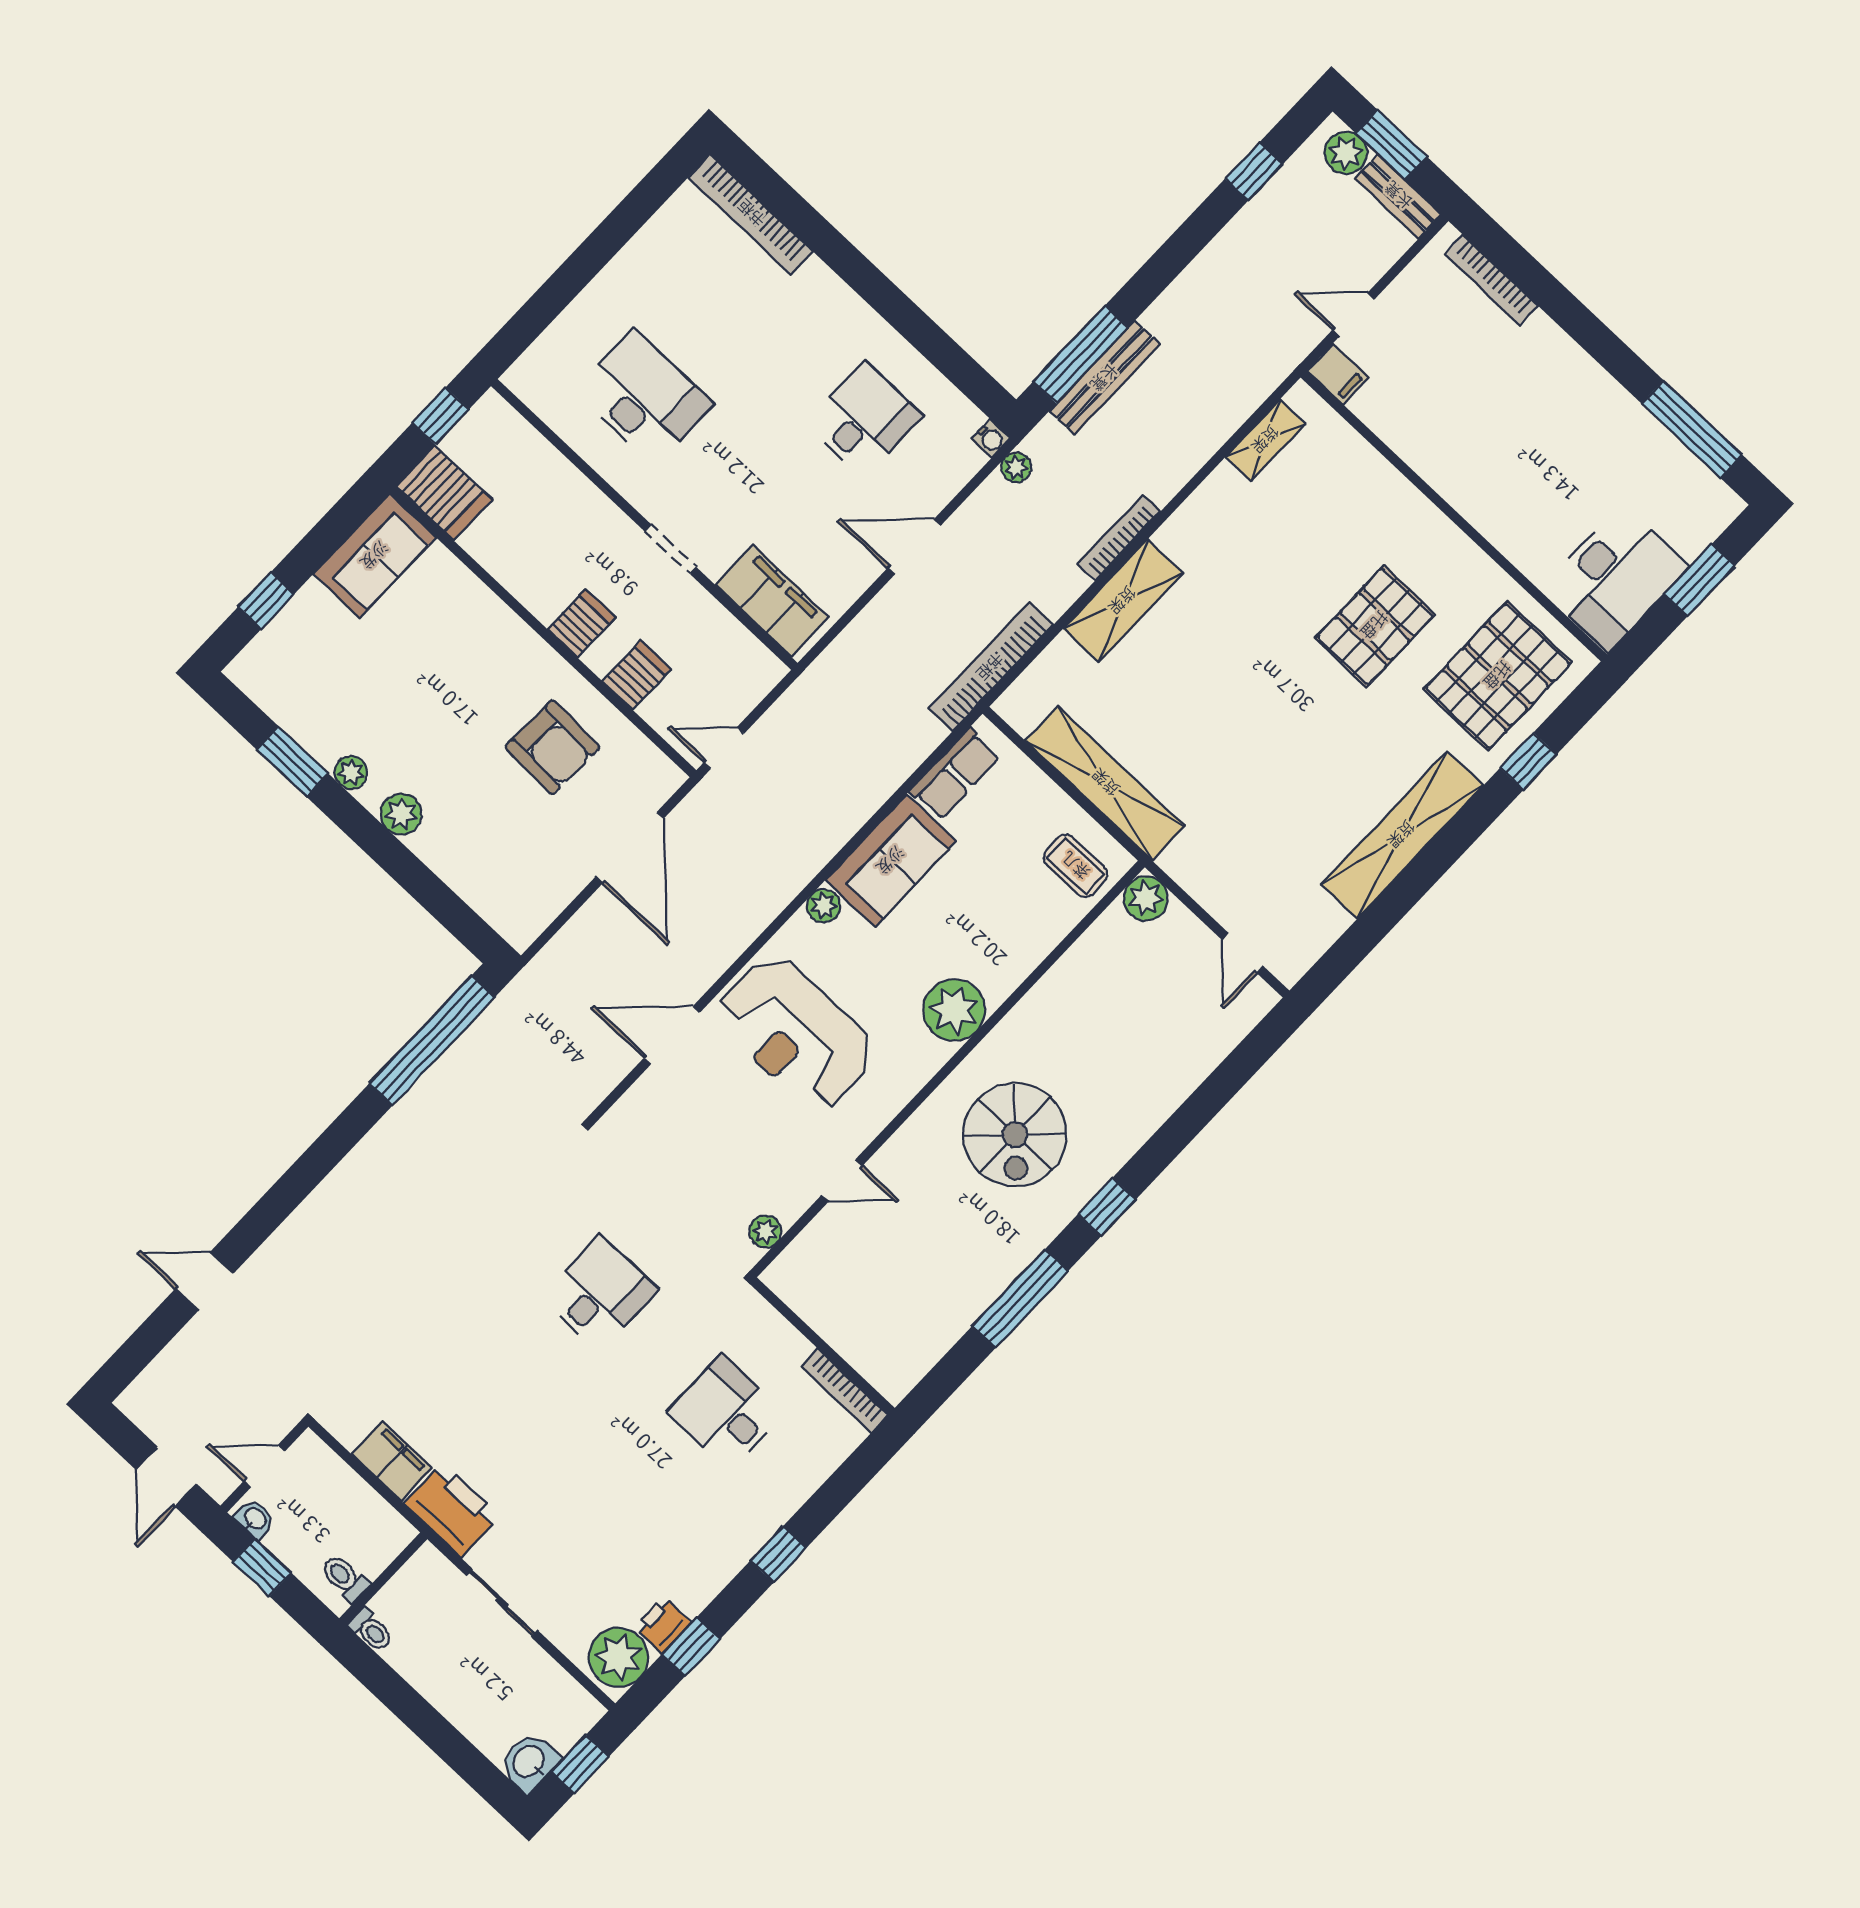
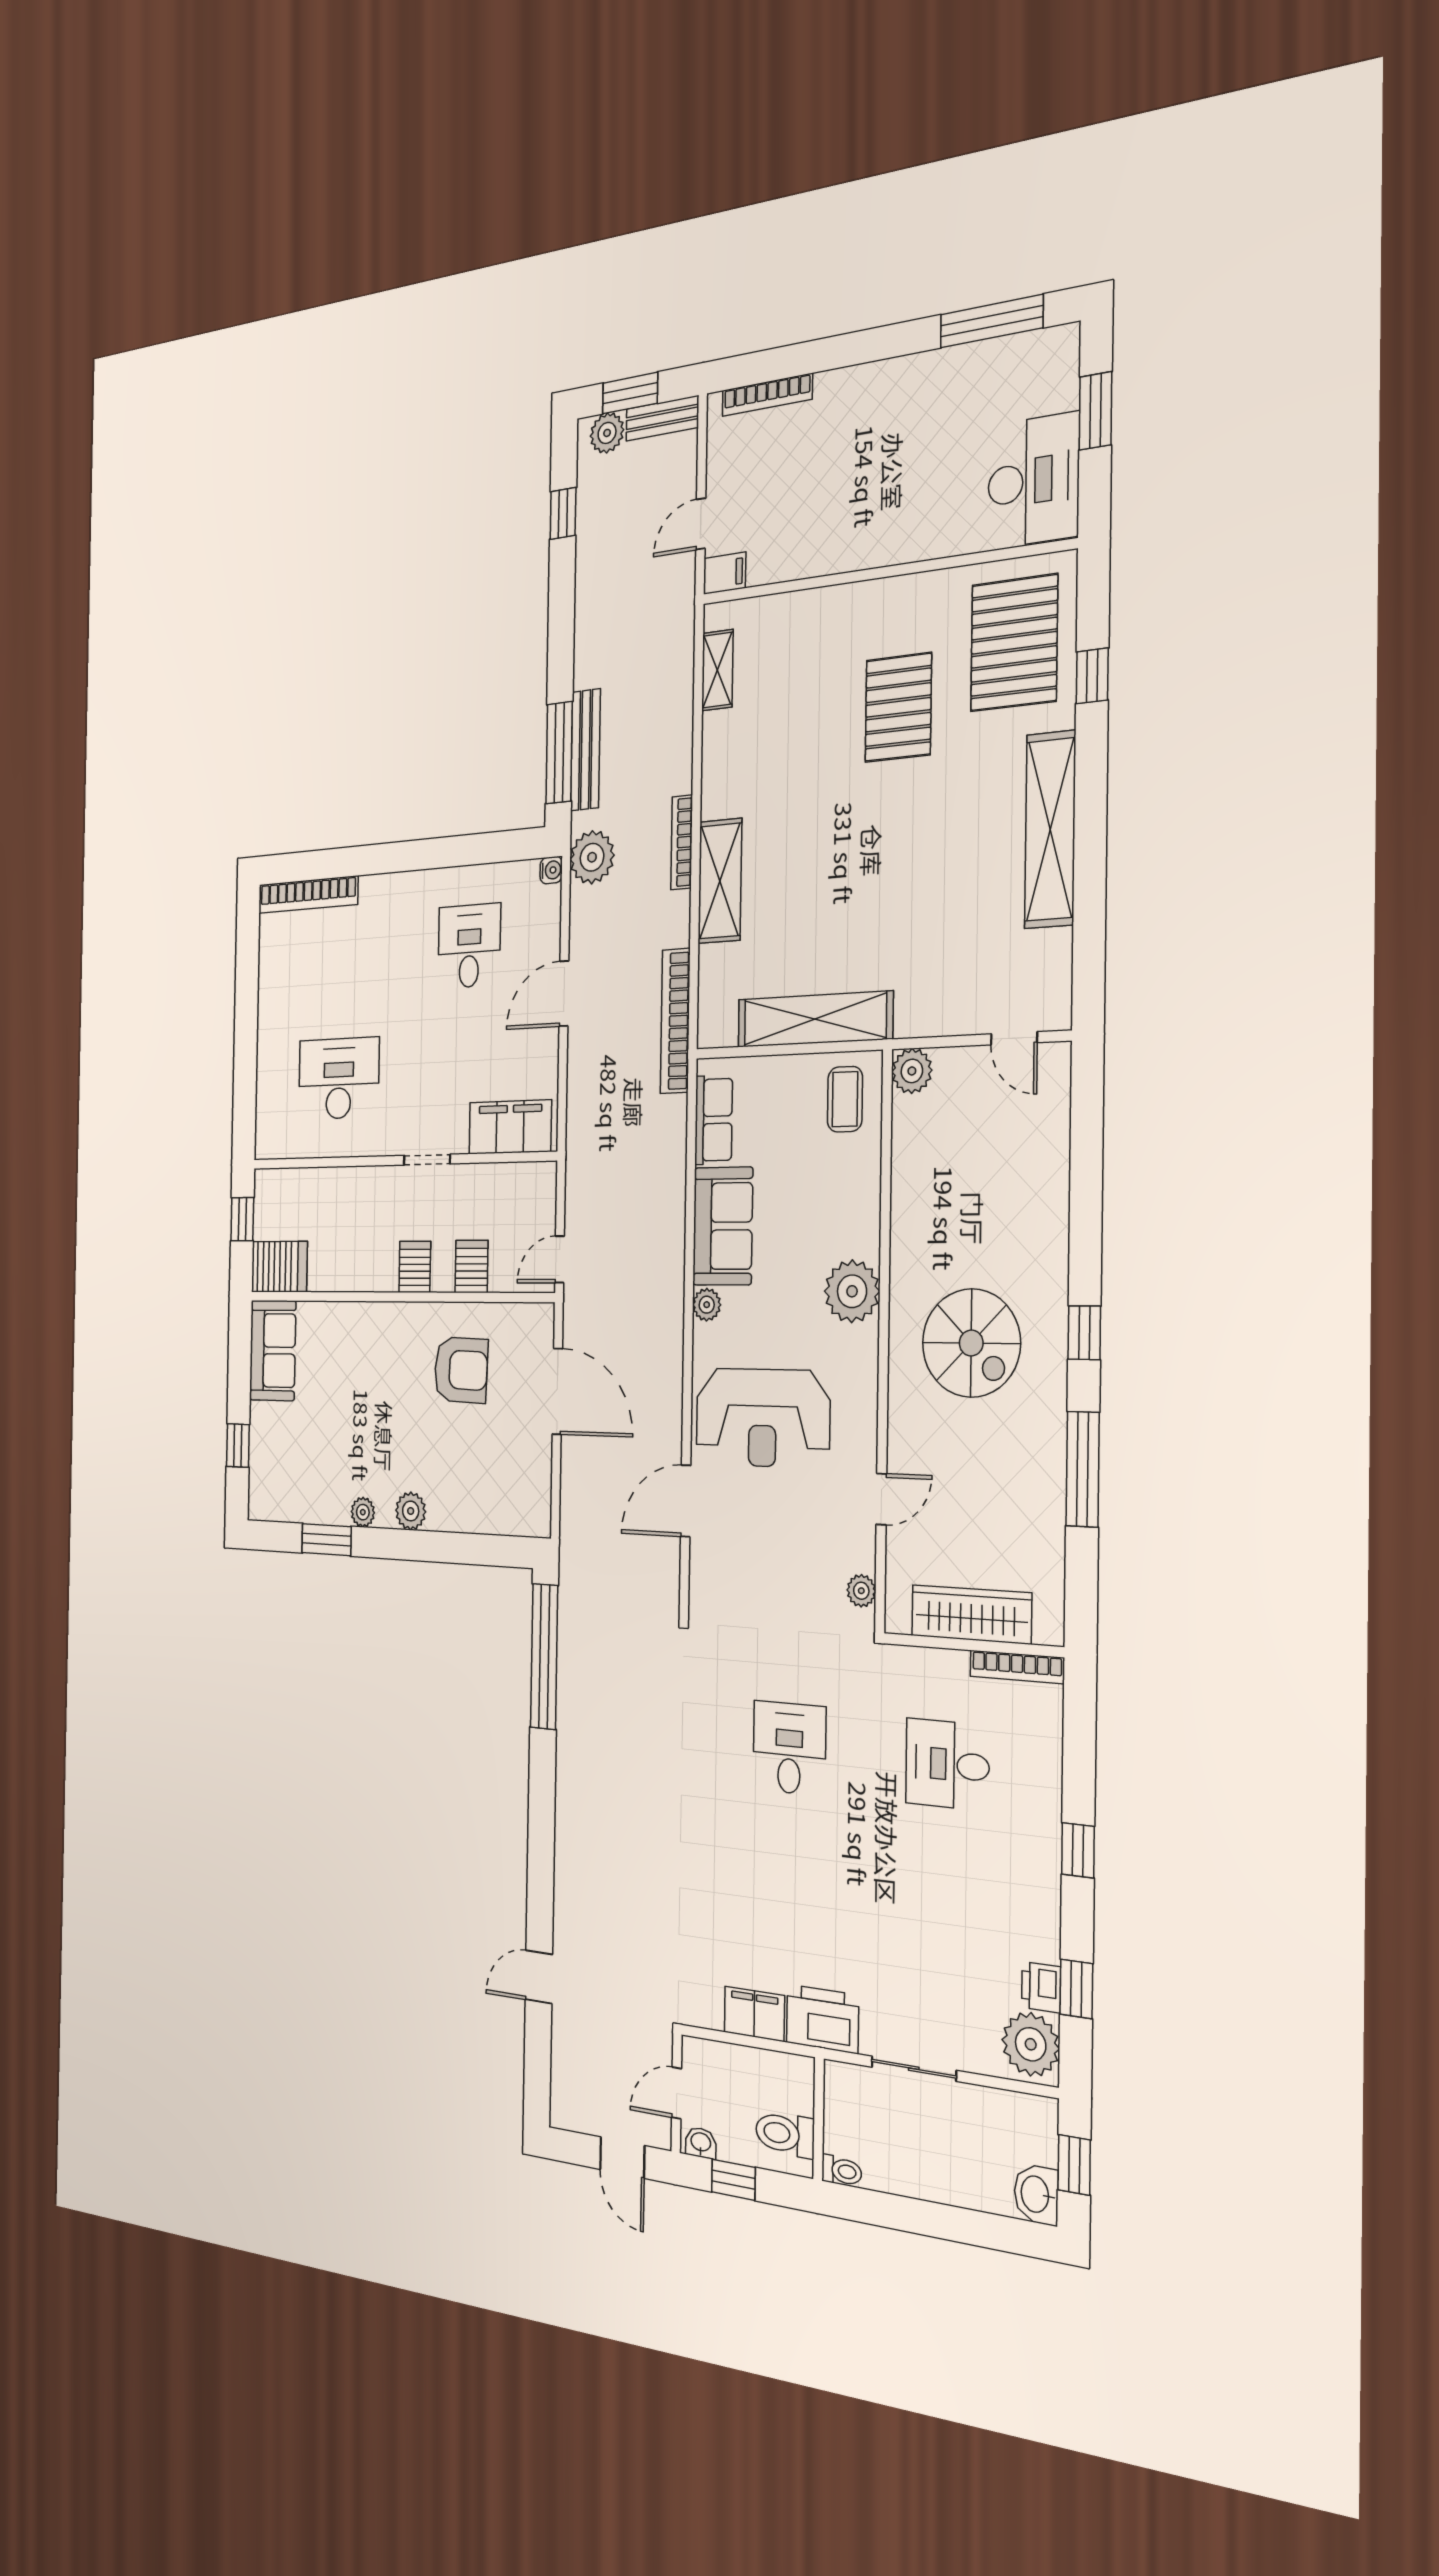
plant: (1016, 468) -> (592, 857), width x1.88, depth x1.88
coffee table: (1075, 866) -> (845, 1099), turned 90
wardrobe: (841, 1324) -> (971, 1614), added
toilet: (345, 1578) -> (785, 2134), width x1.37, depth x1.39

